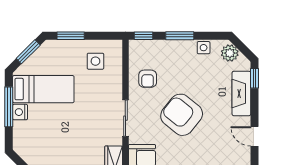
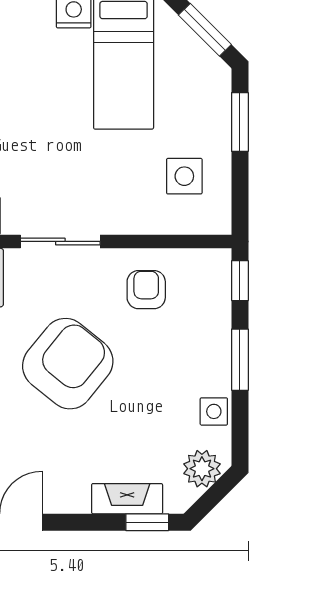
armchair: (148, 79) -> (146, 290), turned 90
fireplace: (241, 93) -> (127, 499), width x0.73, depth x0.76

